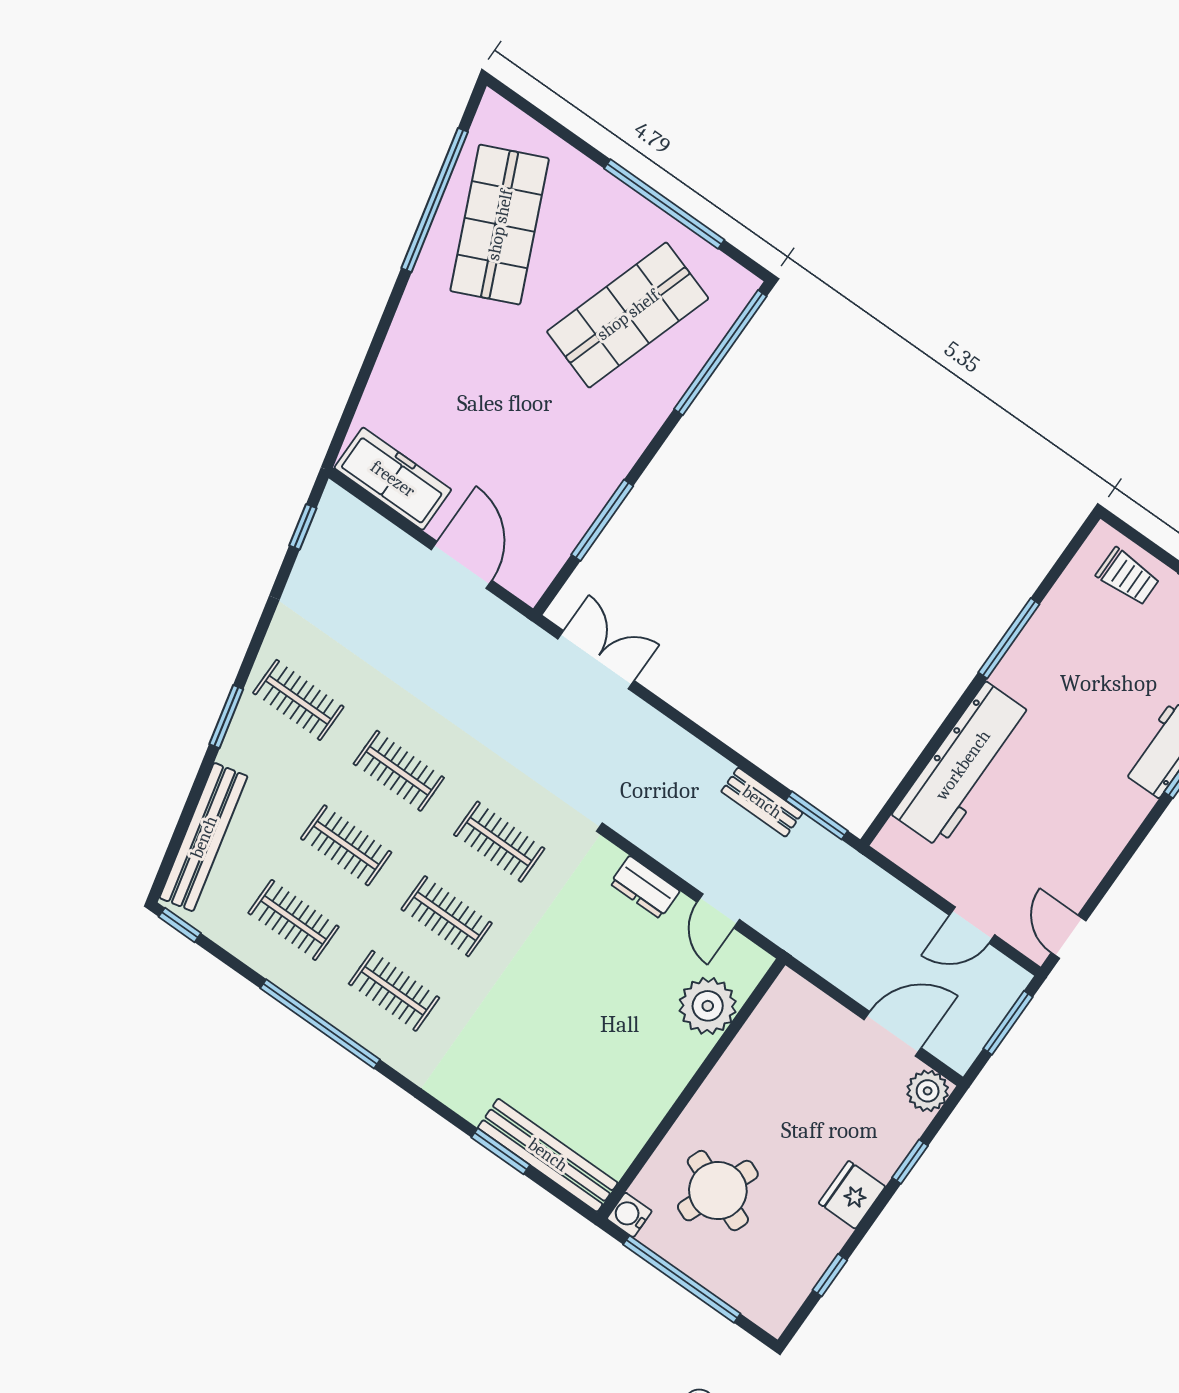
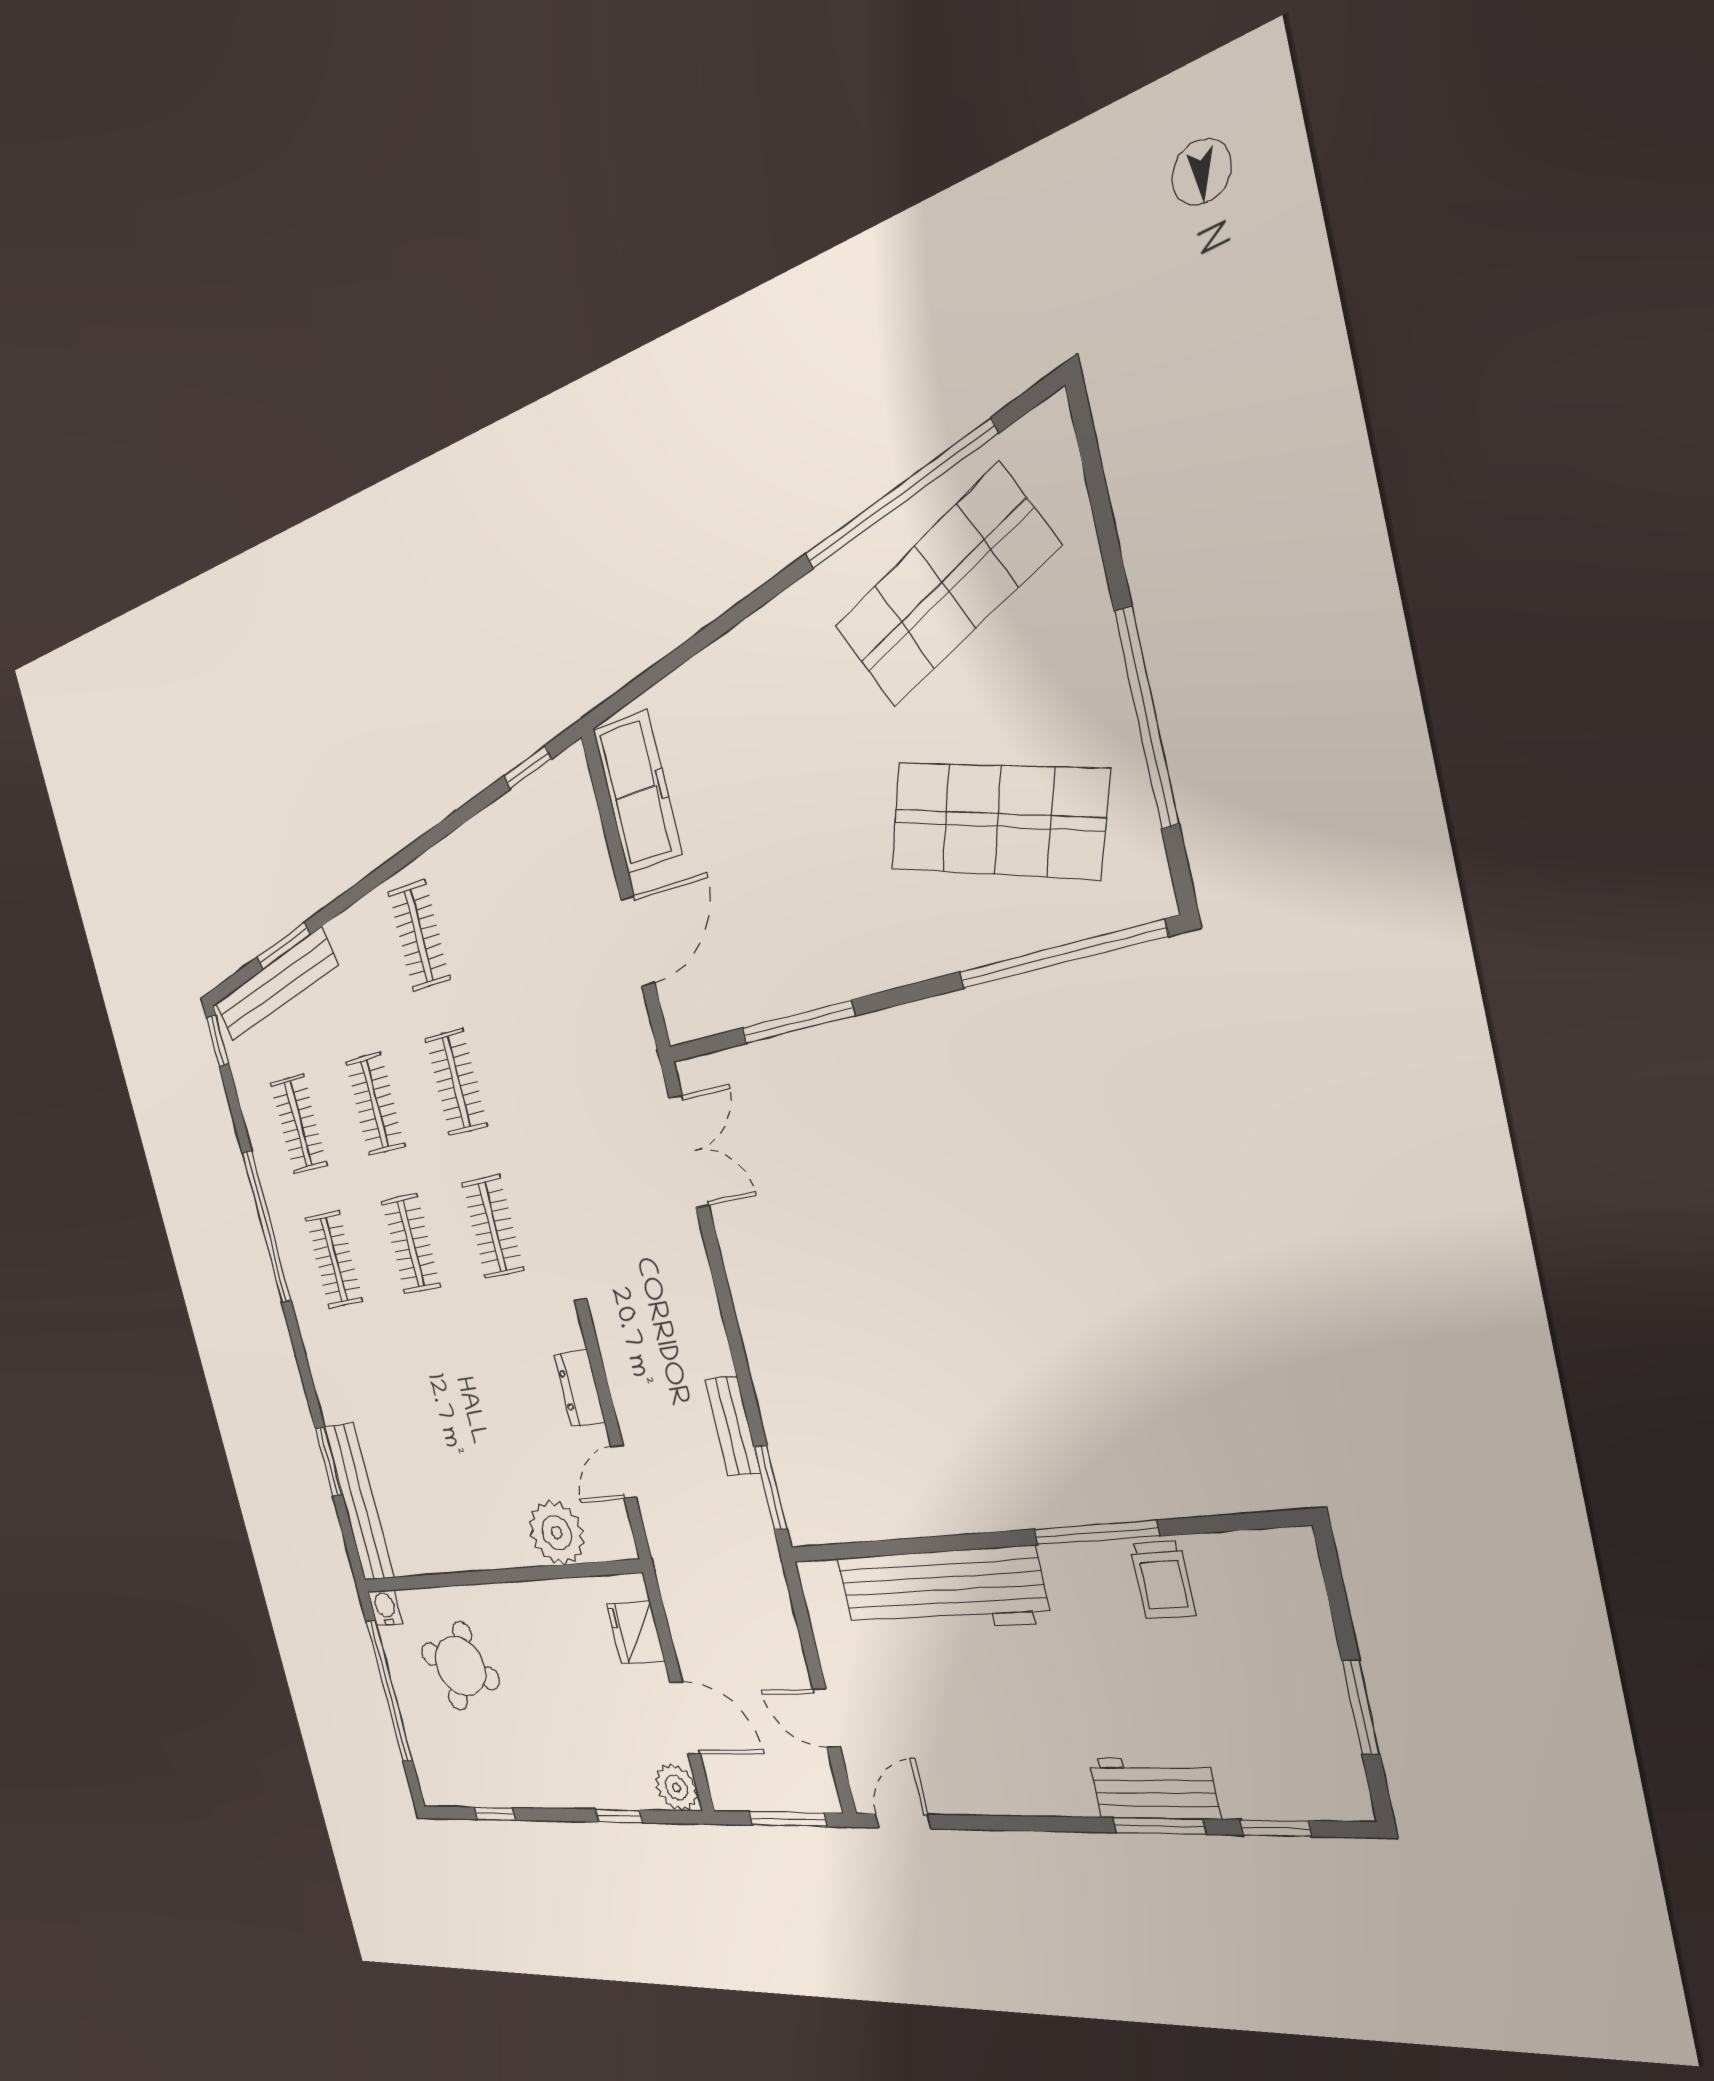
trolley: (1128, 577) -> (1163, 1580), moved
window: (226, 717) -> (284, 946), moved
fridge: (852, 1195) -> (636, 1633), moved, turned -90

